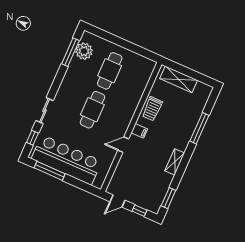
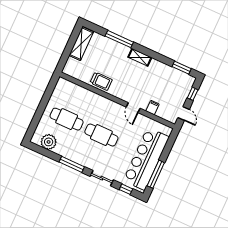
window: (70, 52) -> (72, 164), moved
shelving: (179, 79) -> (81, 44), moved
filing cabinet: (139, 131) -> (152, 108), moved
shelving: (175, 162) -> (140, 57), moved

